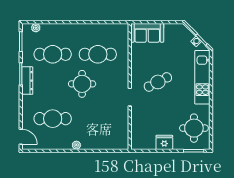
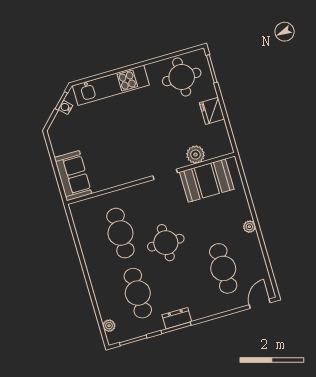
dresser: (27, 81) -> (177, 318), width x0.70
cafe table: (158, 82) -> (134, 143), removed
plant: (137, 122) -> (195, 155), added
booth: (117, 125) -> (207, 181), added

